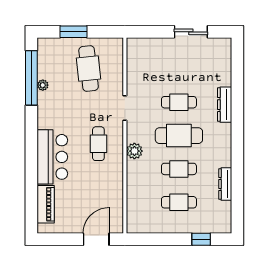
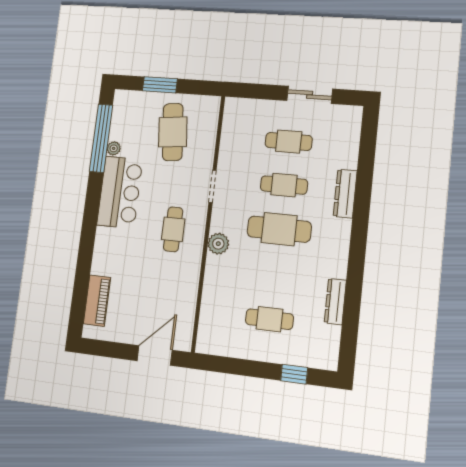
bar counter: (52, 157) -> (120, 192), moved
cafe table: (179, 169) -> (289, 141), moved

